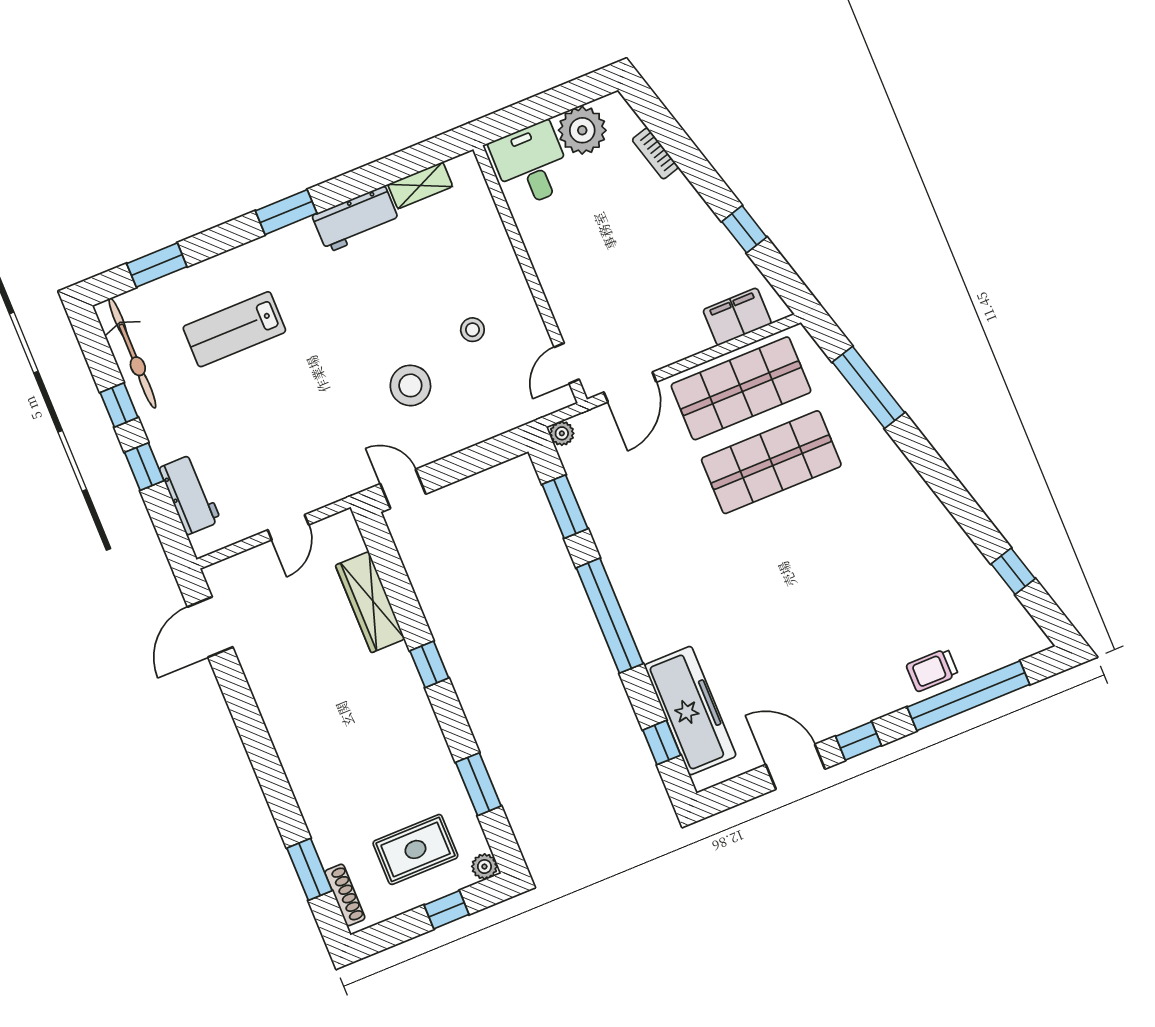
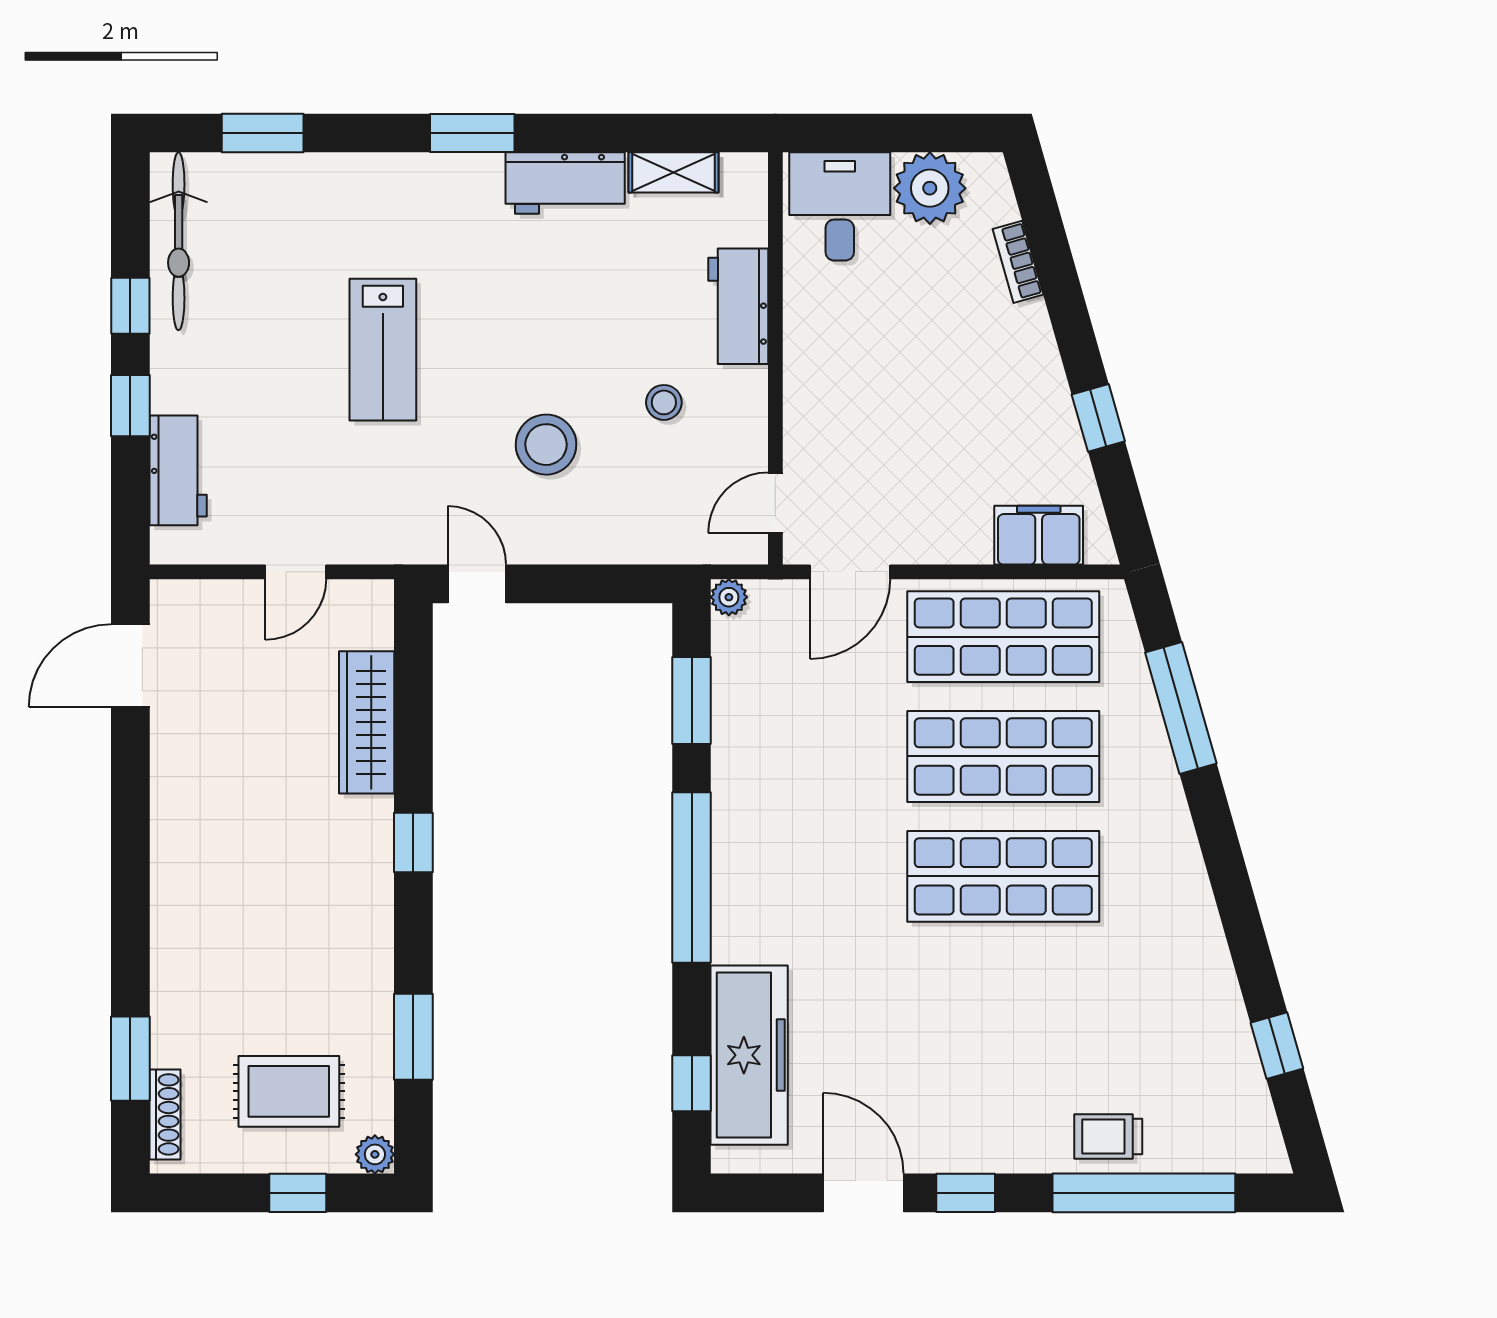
workbench: (494, 252) -> (738, 306), added
lab bench: (234, 329) -> (383, 350), moved, turned -90
shop shelf: (802, 536) -> (1003, 876), added

